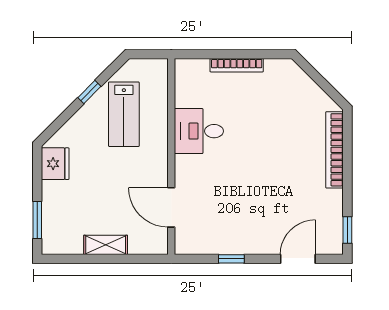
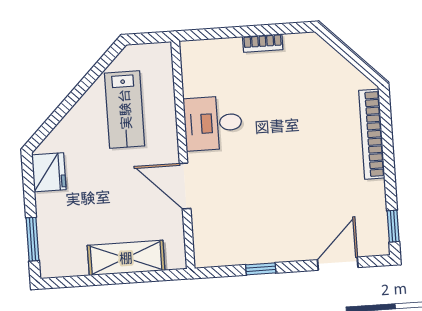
bookcase: (237, 65) -> (263, 43), width x0.64
window: (89, 92) -> (83, 87), removed
door: (171, 207) -> (185, 186), moved
shelving: (106, 245) -> (126, 258), width x1.50, depth x1.33

